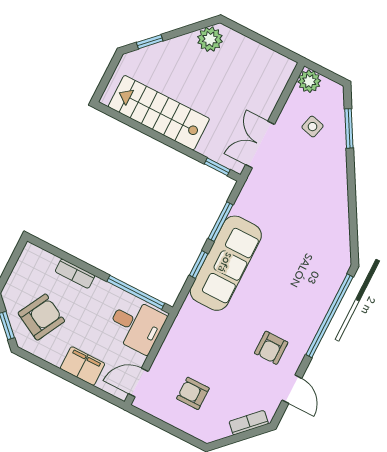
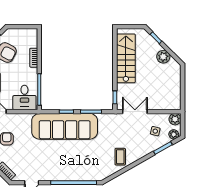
plant: (210, 39) -> (163, 57), moved
plant: (335, 97) -> (174, 134), added
coffee table: (326, 211) -> (120, 157), added
sofa: (226, 263) -> (65, 126), width x1.36, depth x1.27
armchair: (271, 348) -> (46, 164), removed

